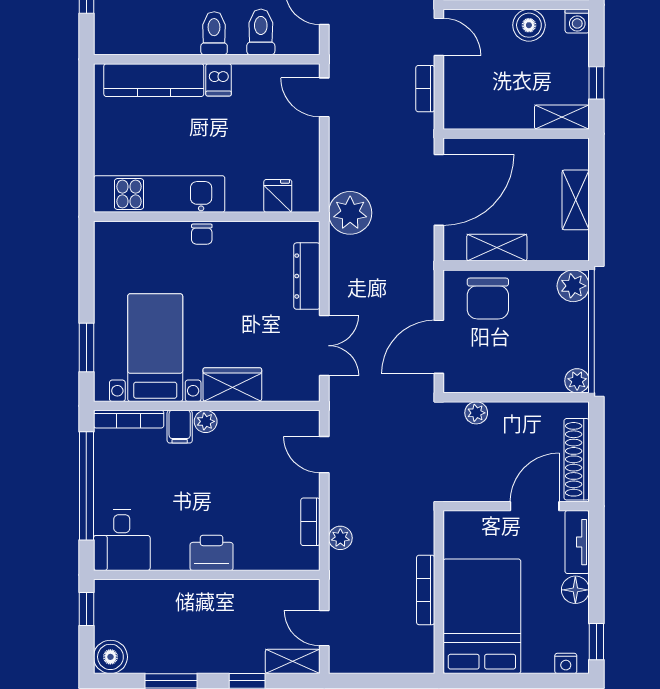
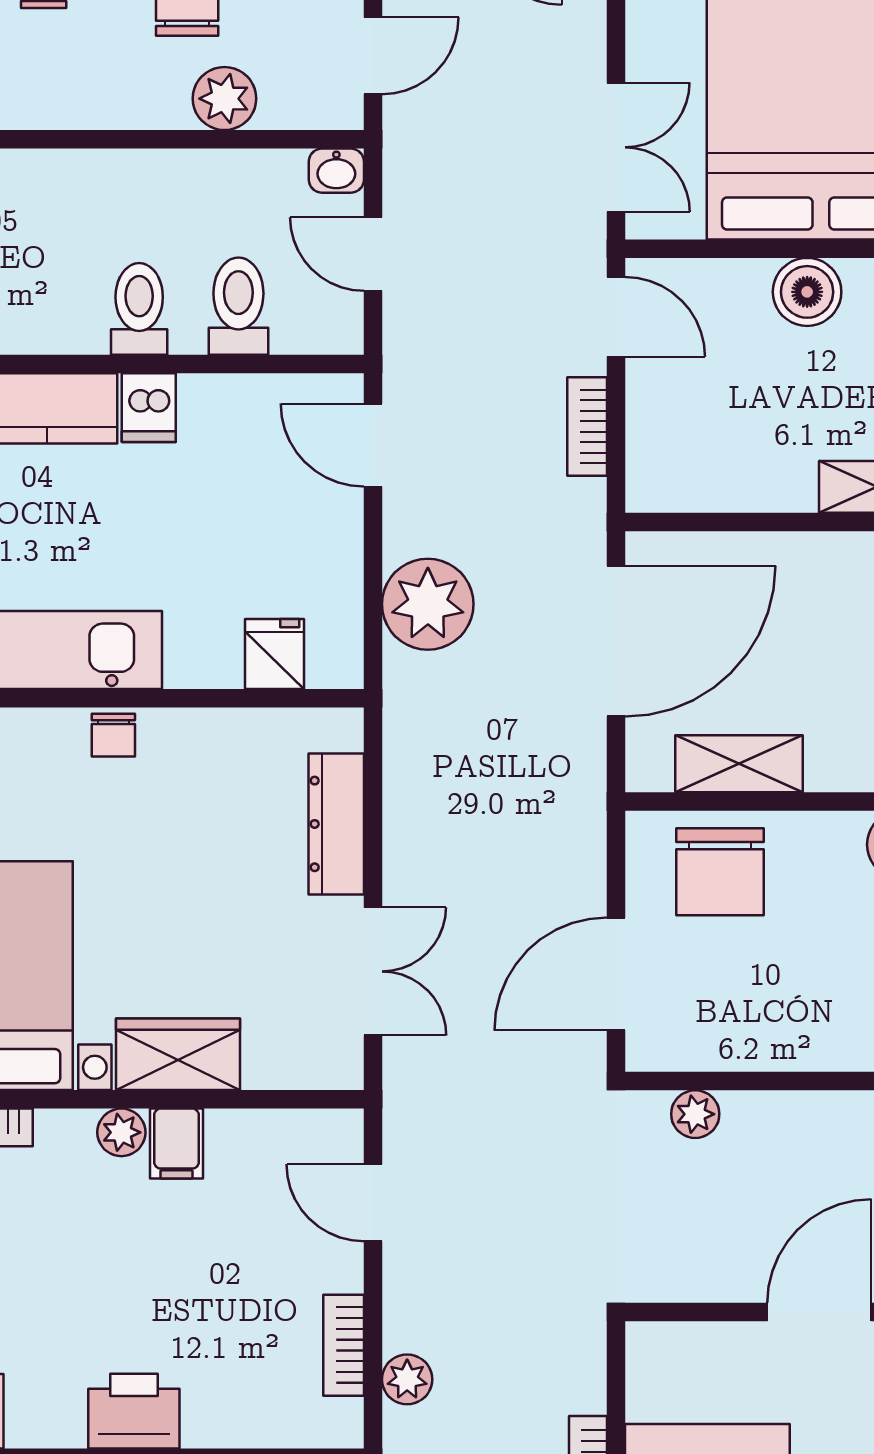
plant: (350, 213) -> (428, 604), moved
filing cabinet: (180, 427) -> (176, 1143), moved

